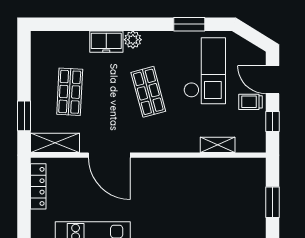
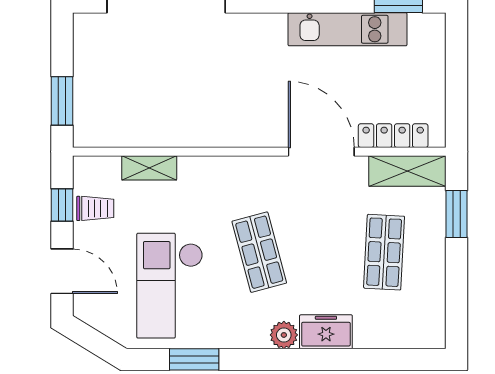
trolley: (251, 102) -> (95, 208), moved
locker: (38, 186) -> (393, 136), moved, turned 90
window: (273, 202) -> (62, 101), moved

